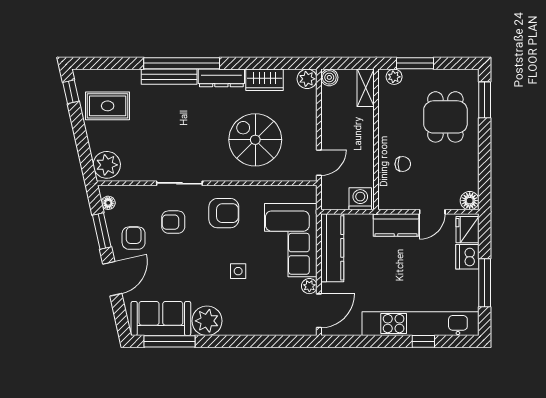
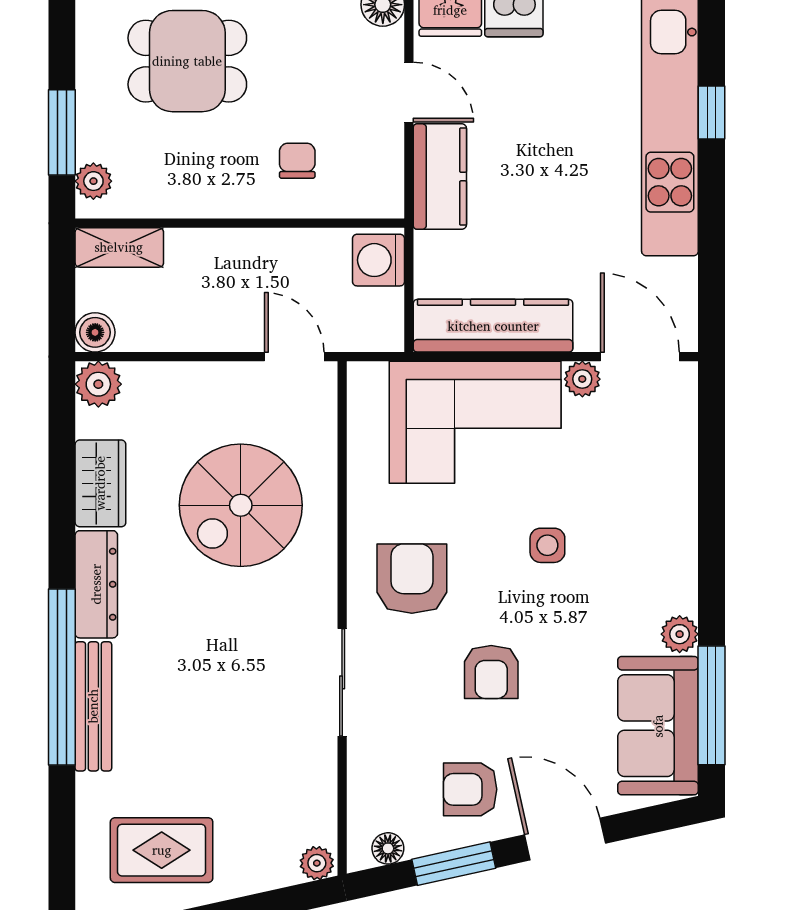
rug: (108, 106) -> (162, 850), turned 90
plant: (107, 165) -> (317, 863), width x0.53, depth x0.53
armchair: (173, 222) -> (491, 672), moved
plant: (207, 321) -> (680, 634), width x0.53, depth x0.53

